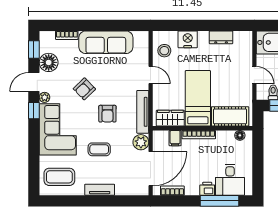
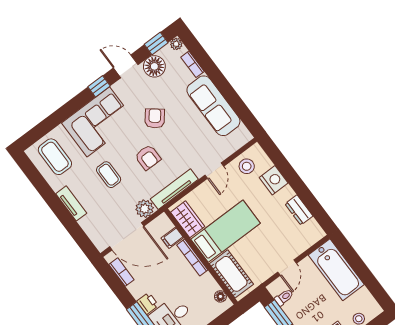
armchair: (84, 89) -> (155, 118), turned 83
plant: (45, 97) -> (176, 44), moved
armchair: (107, 114) -> (148, 157), turned -90

